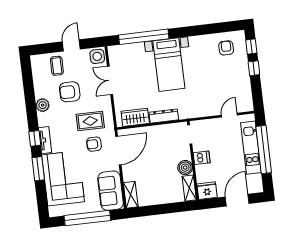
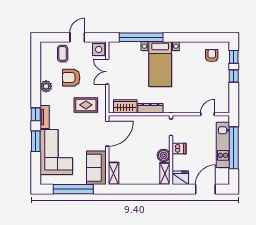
armchair: (94, 144) -> (87, 125), removed

